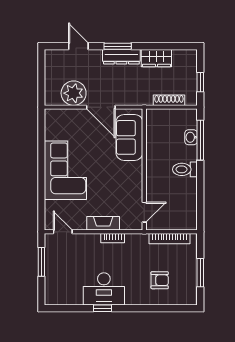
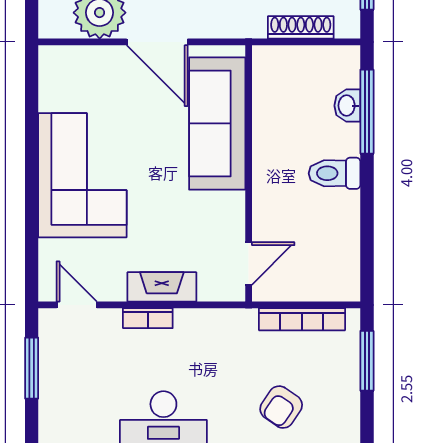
sofa: (129, 137) -> (217, 123), width x1.36
bookcase: (113, 238) -> (148, 318), moved
window: (200, 273) -> (367, 361), moved
armchair: (160, 280) -> (281, 407), turned 124

